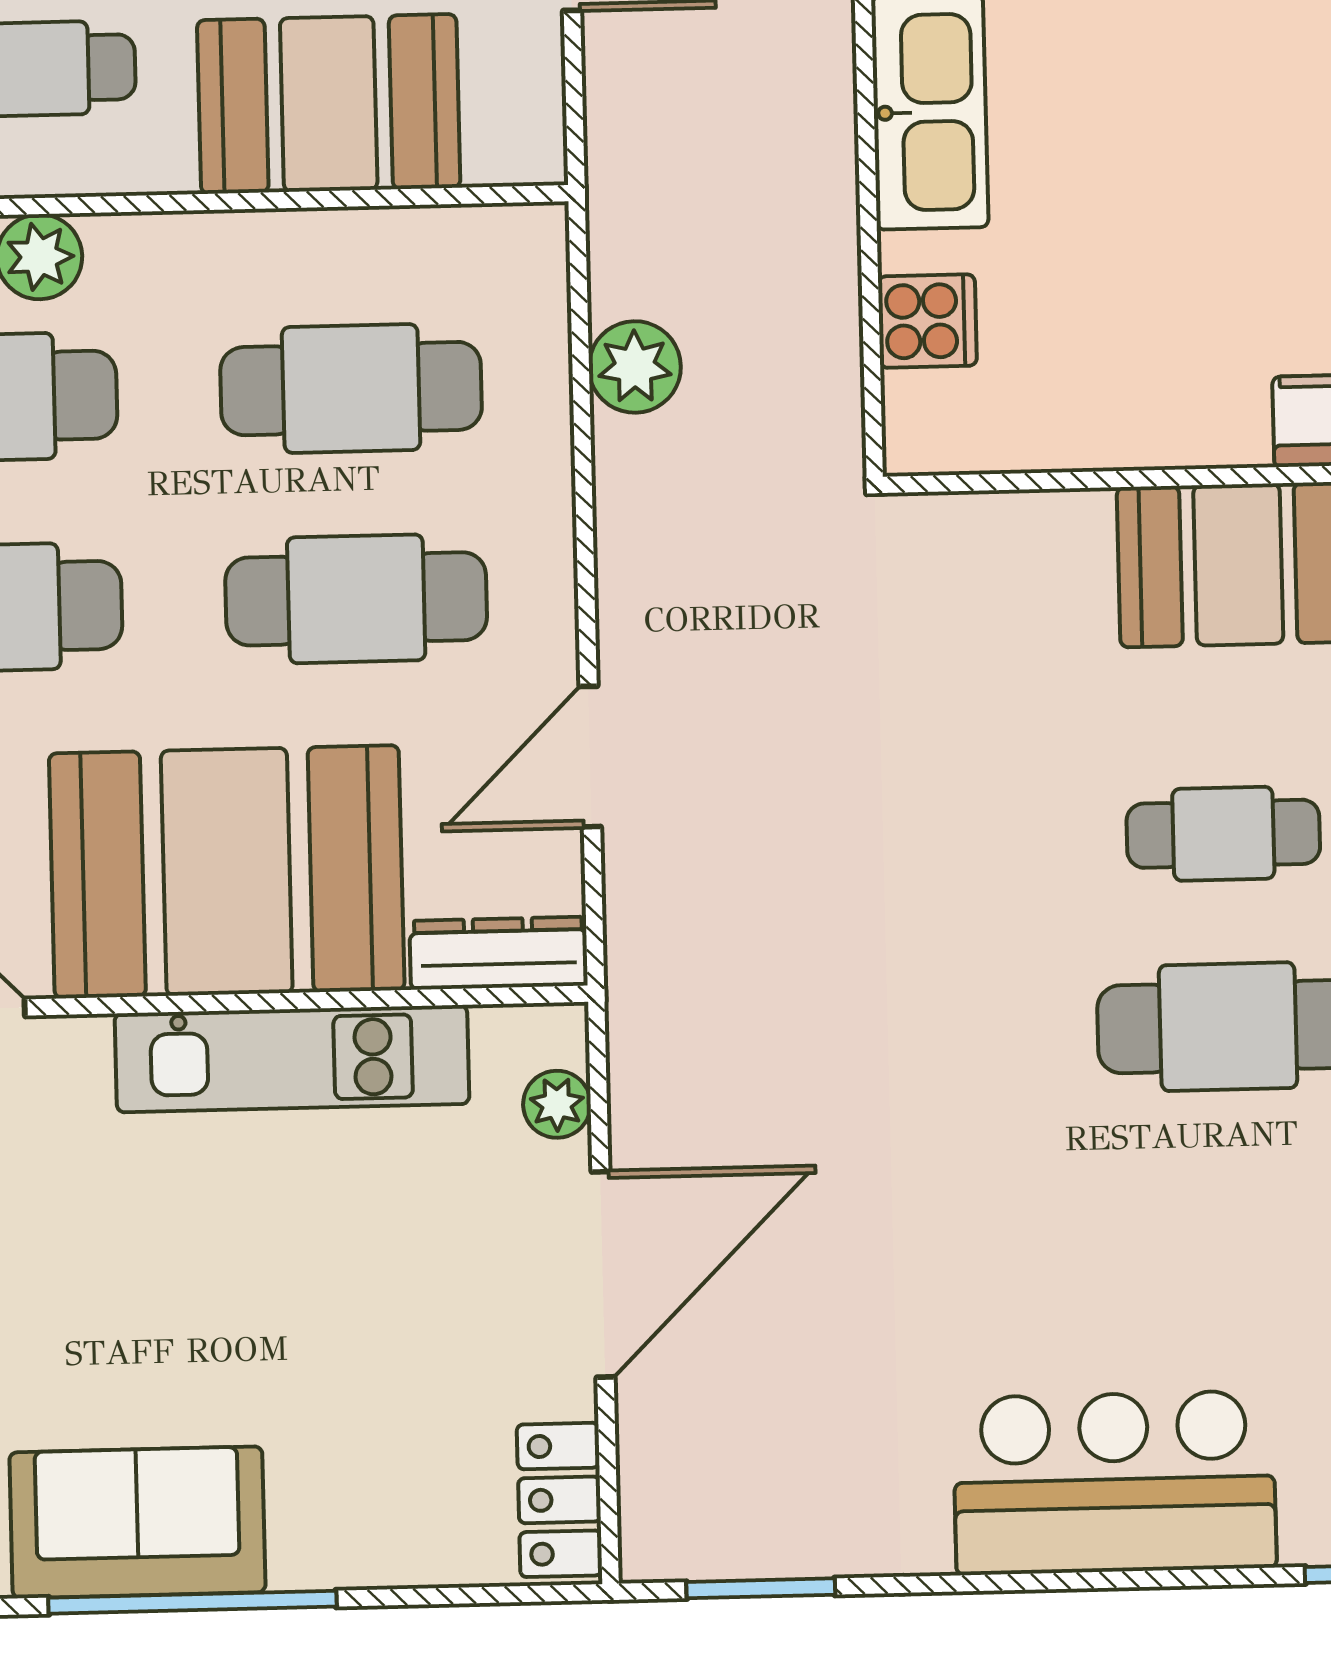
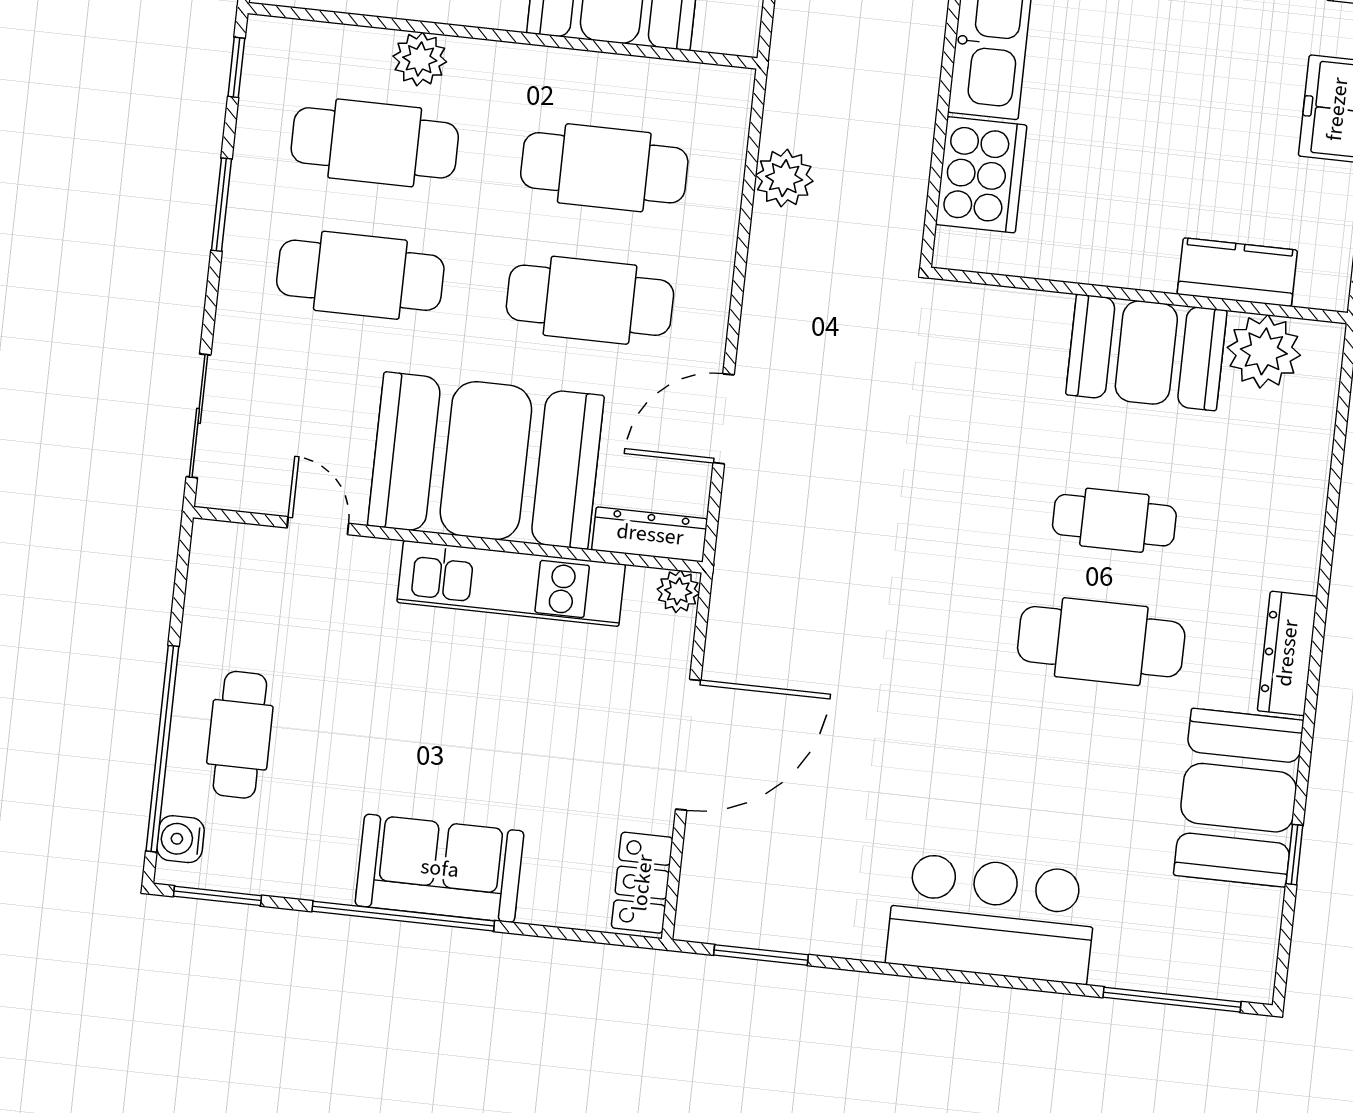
cooker: (927, 321) -> (981, 175), width x1.87, depth x1.31
plant: (557, 1104) -> (678, 591), moved
sofa: (137, 1522) -> (440, 868), moved

